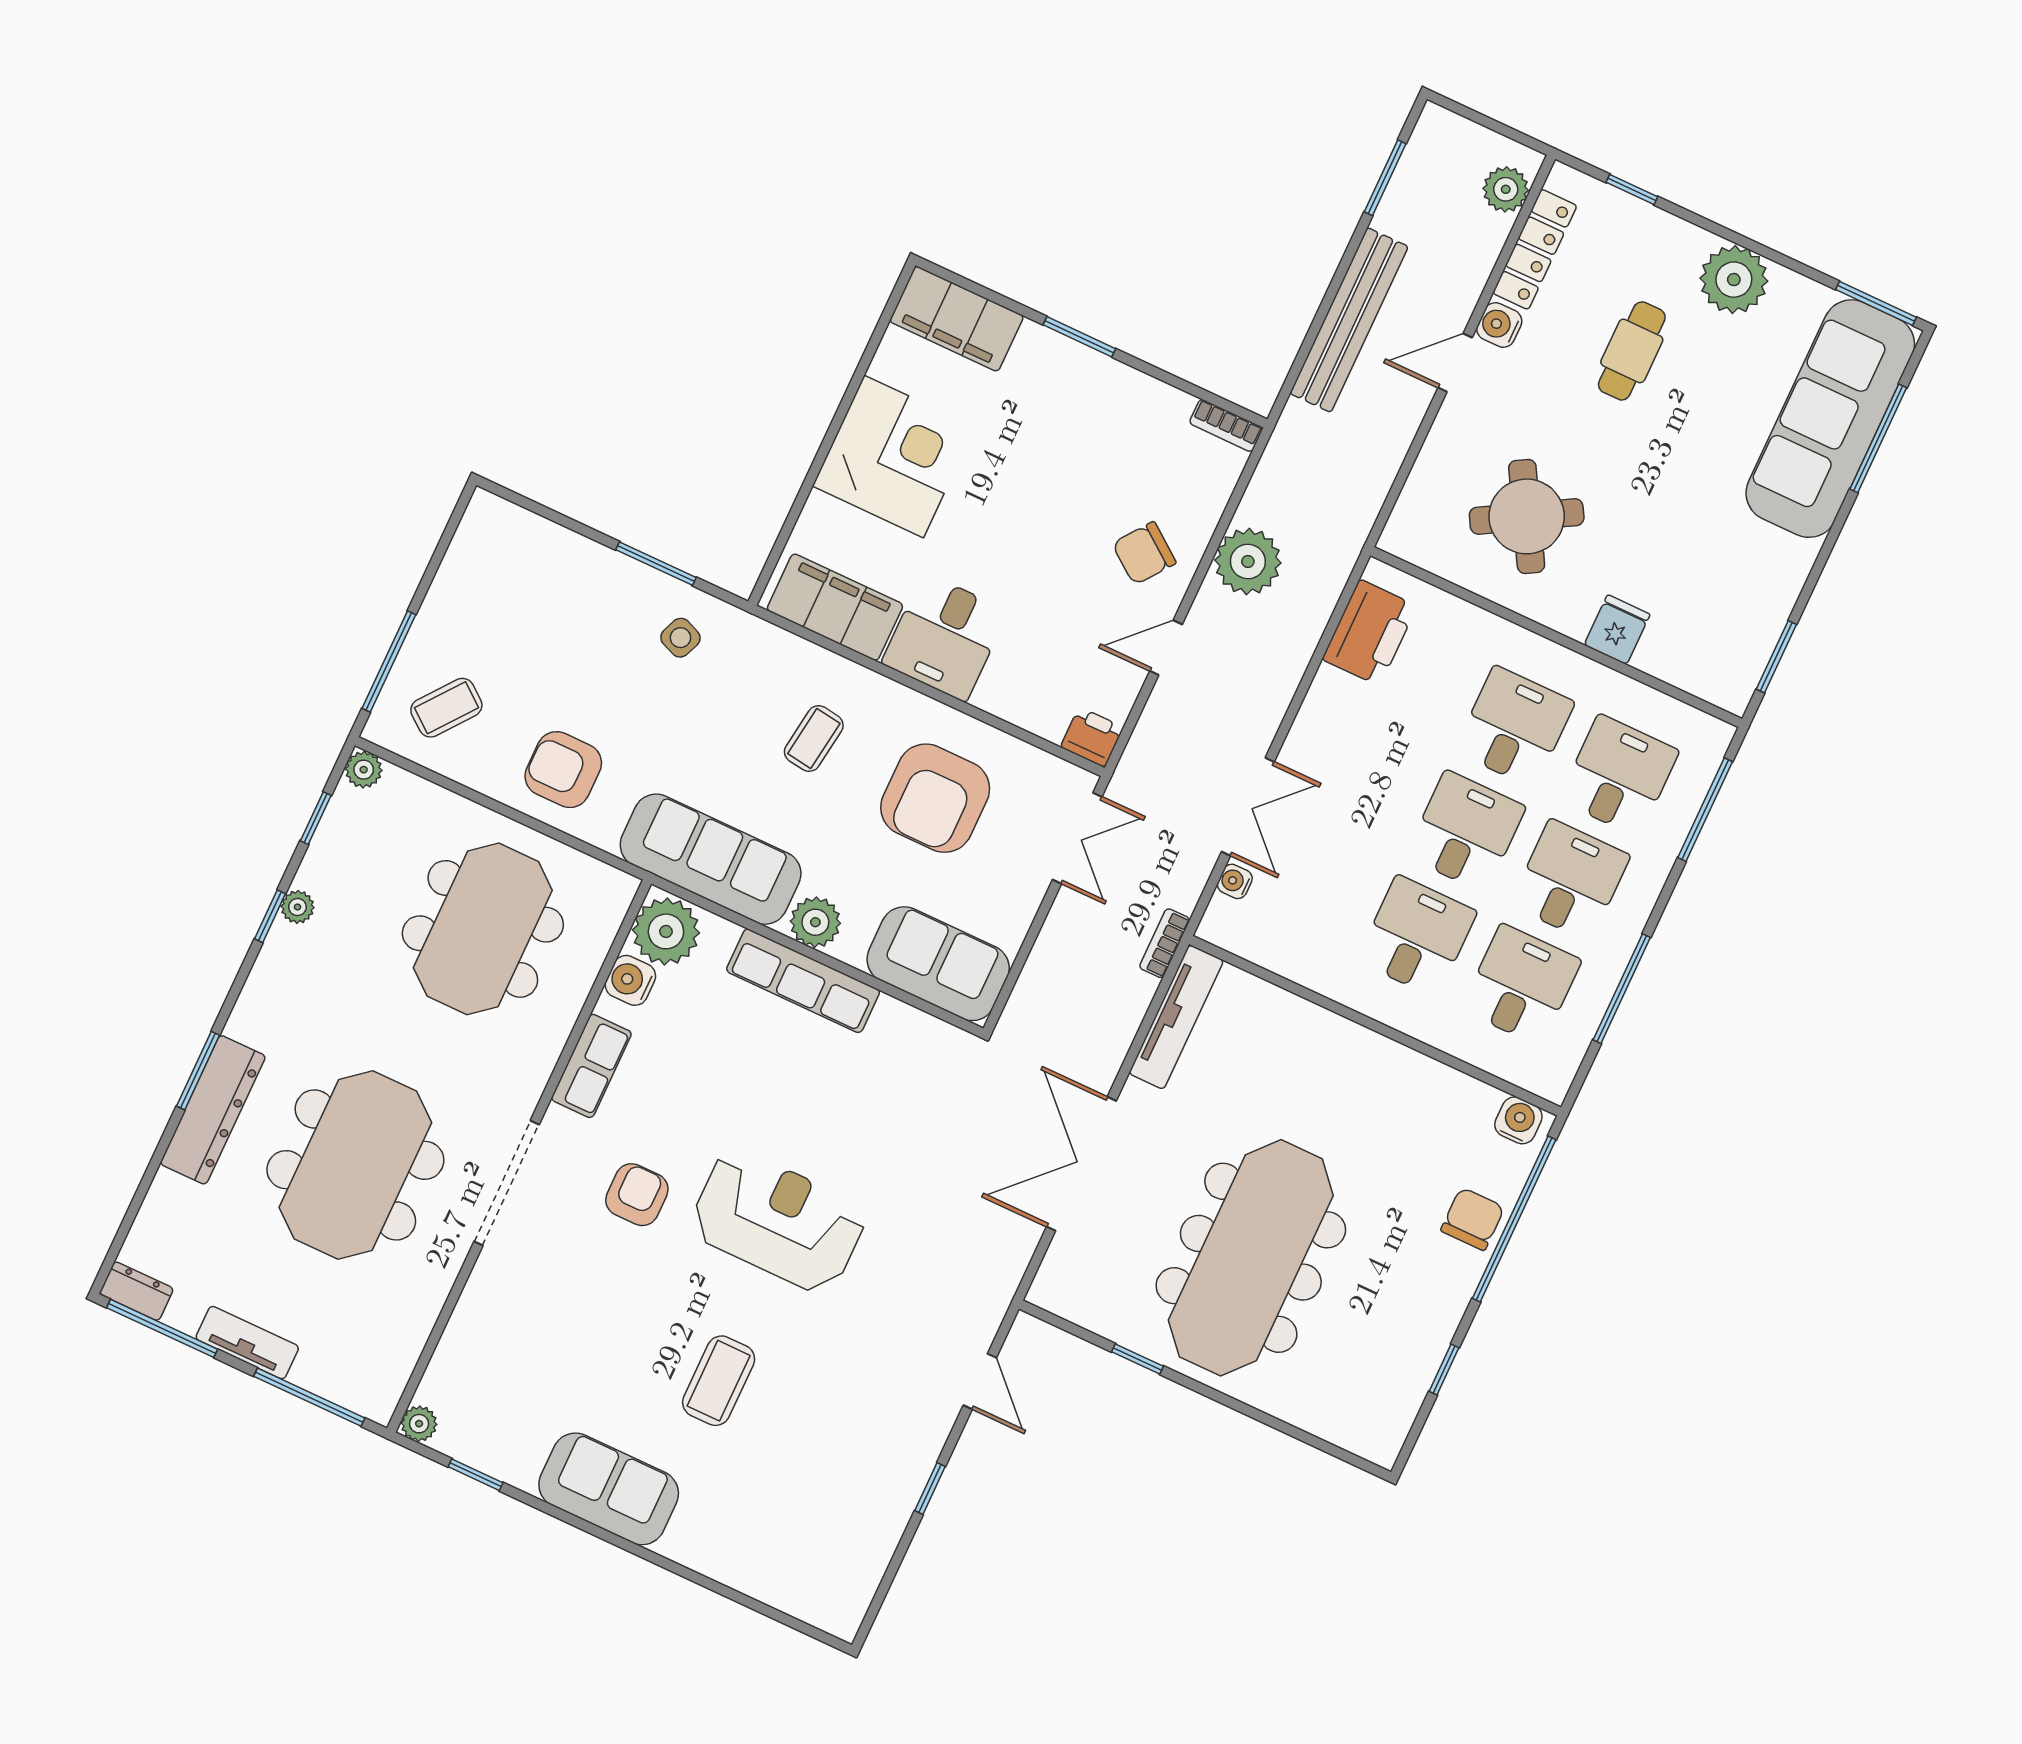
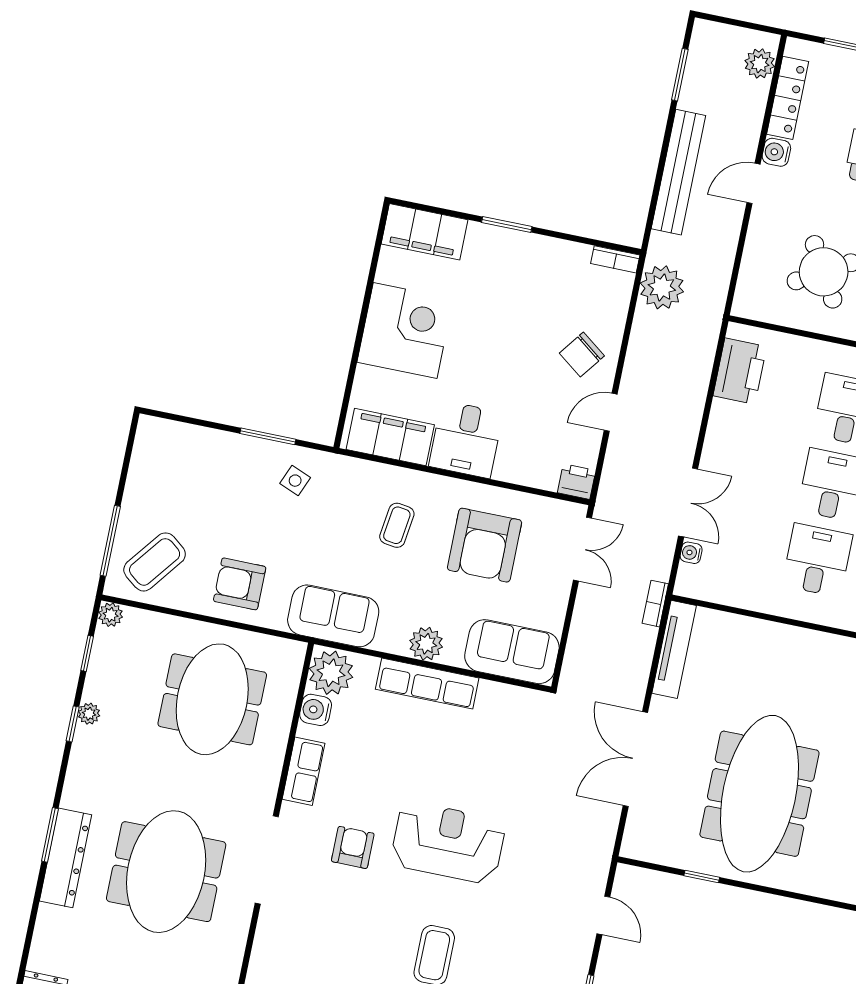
plant: (1248, 561) -> (662, 287), moved
coffee table: (446, 708) -> (155, 562), width x1.36, depth x1.30
sofa: (711, 859) -> (333, 616), width x0.73

